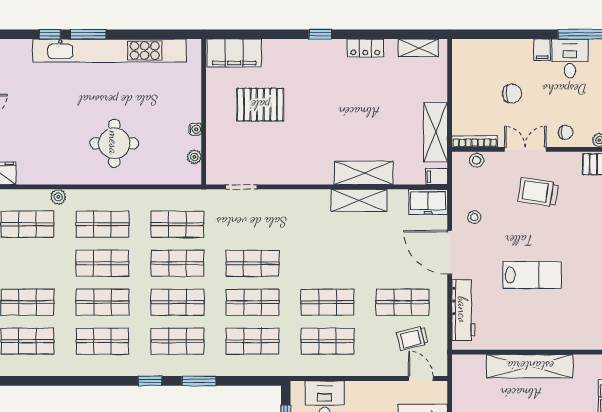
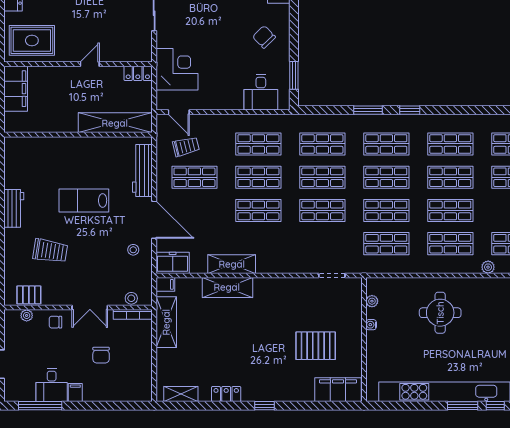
chair: (512, 94) -> (101, 355), turned -90
trolley: (538, 192) -> (50, 251), moved
shop shelf: (327, 263) -> (258, 210), added
shelving: (530, 366) -> (115, 123), moved

